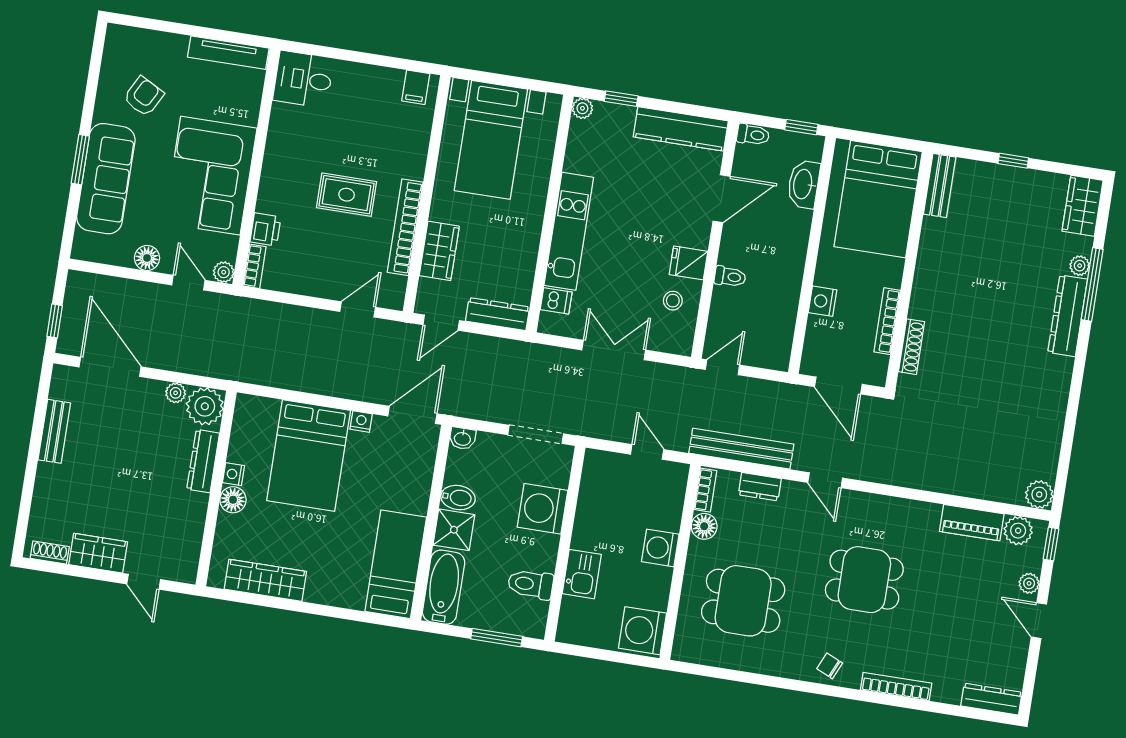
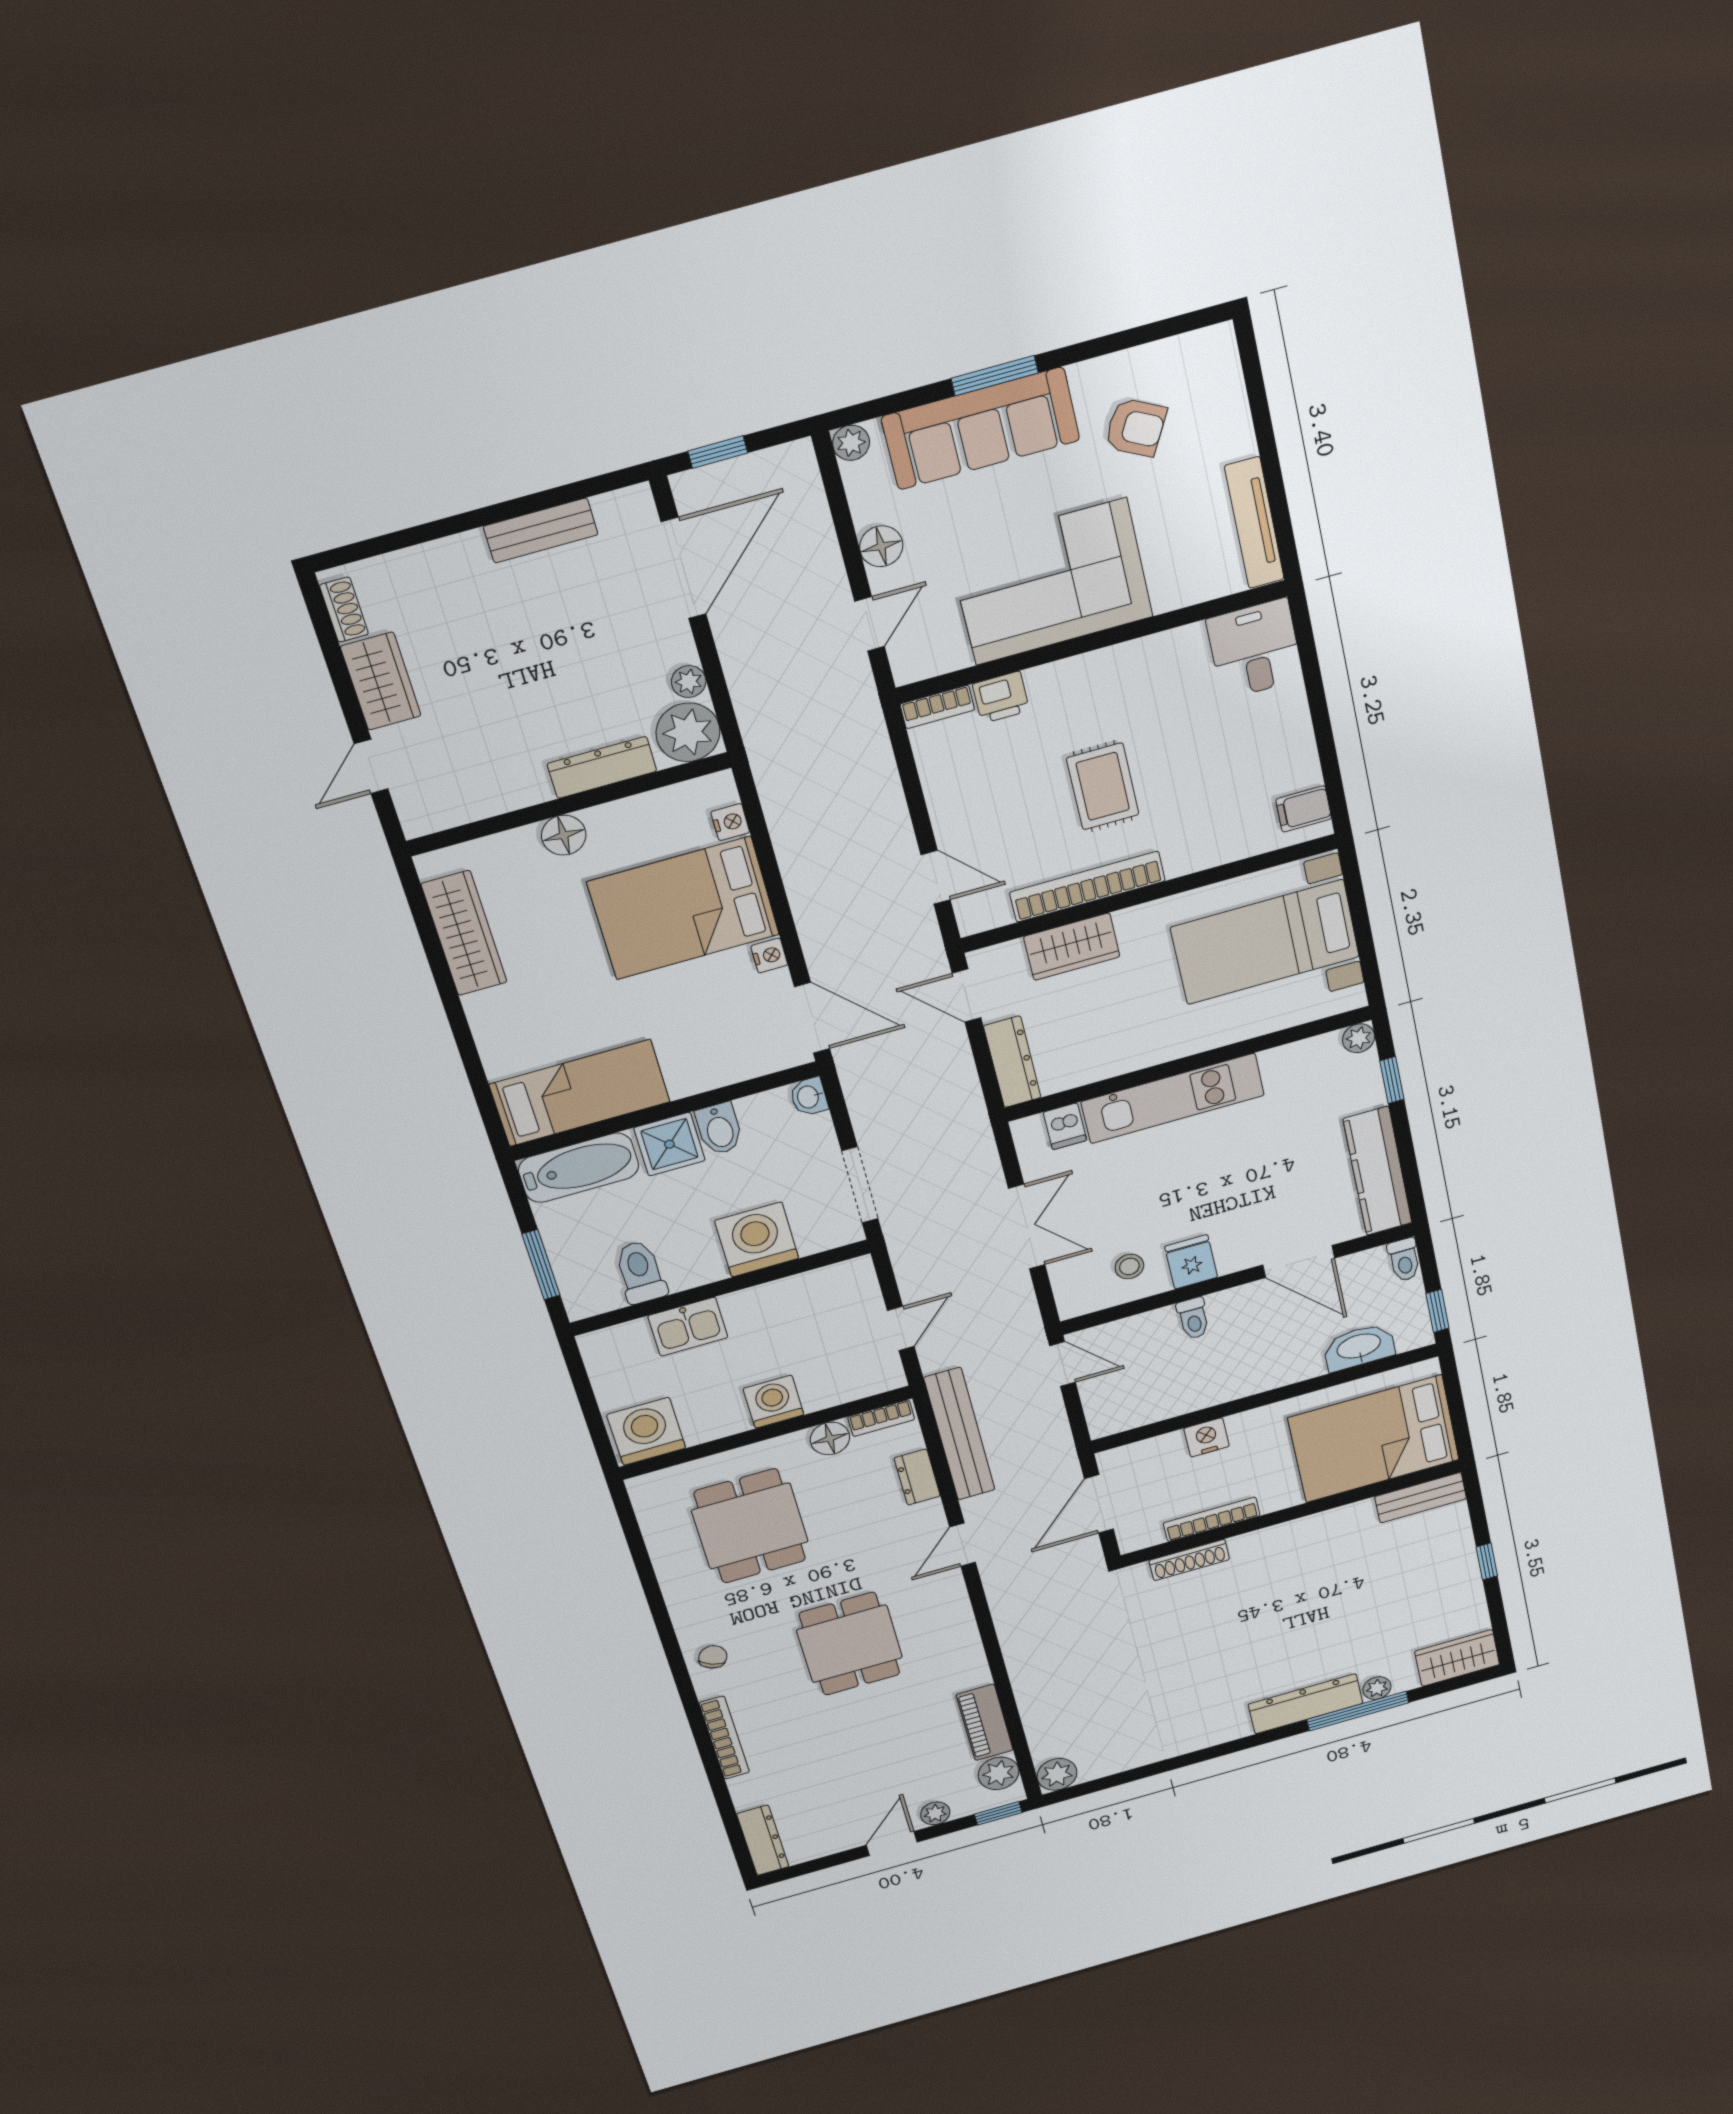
plant: (224, 272) -> (851, 443), moved
nightstand: (234, 474) -> (730, 822), moved, turned 90

